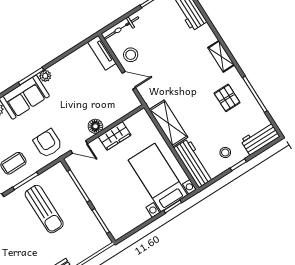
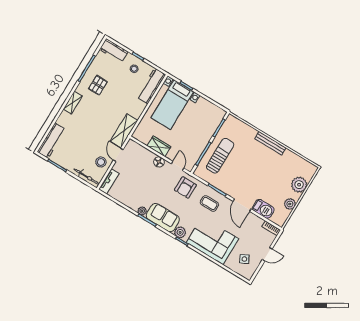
shelving: (168, 123) -> (124, 131), moved
sun lounger: (44, 209) -> (220, 156), moved

